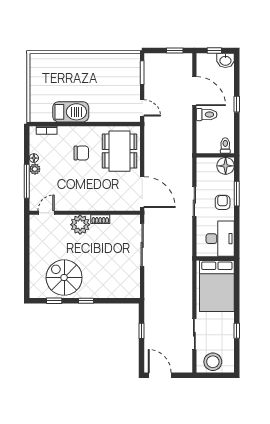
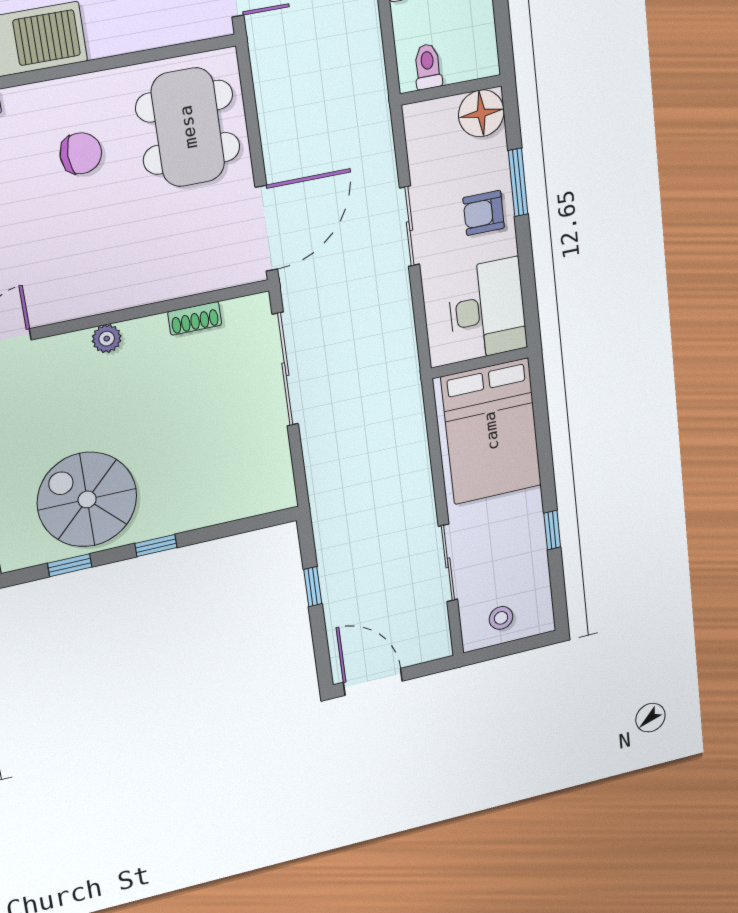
toilet: (225, 146) -> (428, 67), moved
door: (142, 192) -> (266, 228), hinge flipped
armchair: (223, 202) -> (484, 213), turned -90
shoe rack: (100, 219) -> (195, 318), moved
plant: (80, 225) -> (107, 339), width x0.53, depth x0.53
stool: (213, 362) -> (501, 618), width x0.53, depth x0.53

